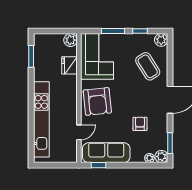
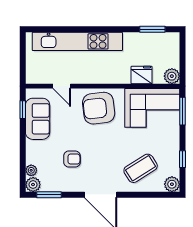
window: (113, 31) -> (183, 111), moved
sofa: (106, 153) -> (38, 119), width x0.73

